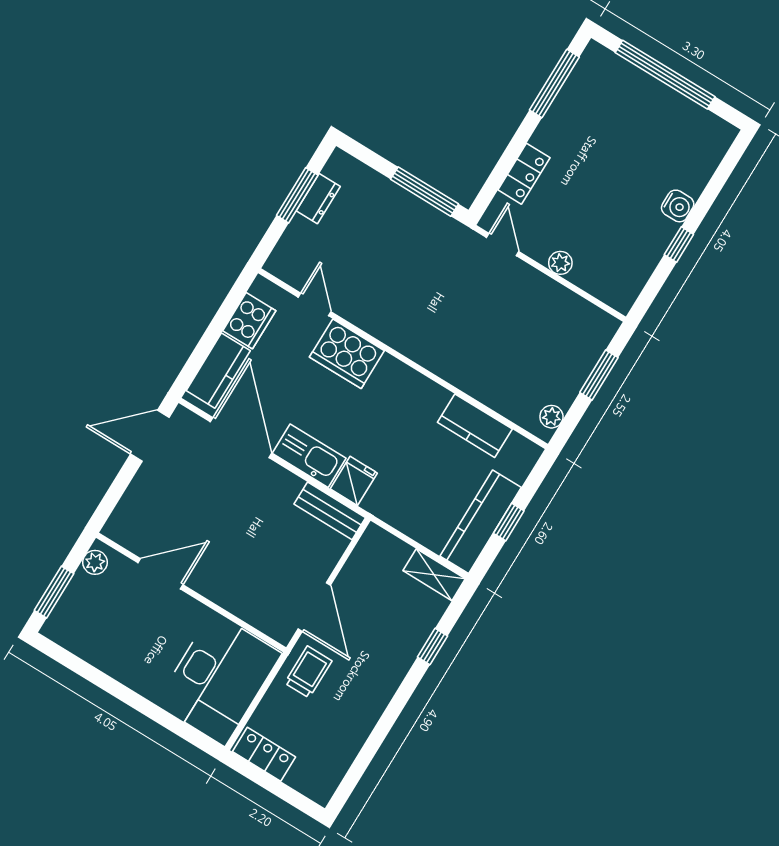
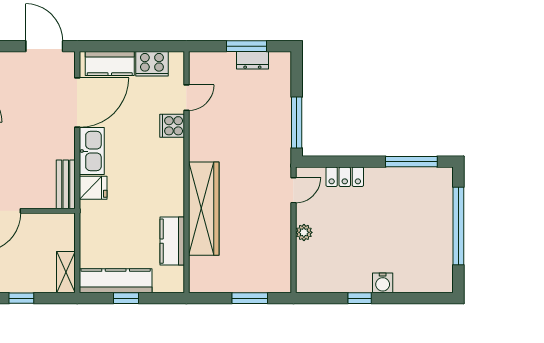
cooker: (347, 354) -> (172, 126), width x0.53, depth x0.76
wardrobe: (459, 365) -> (204, 209), added
plant: (551, 417) -> (206, 285), removed

